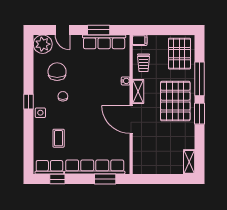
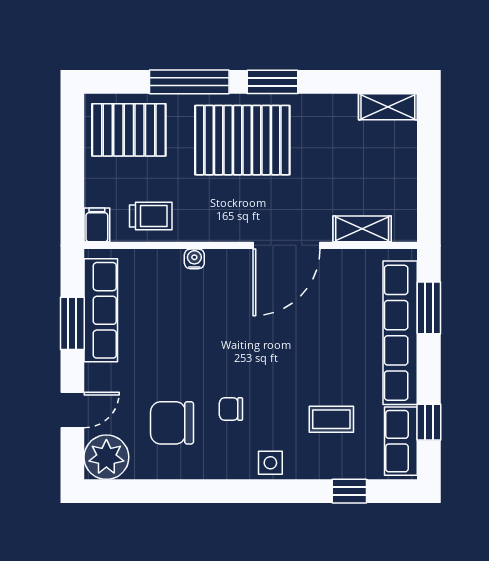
shelving: (138, 91) -> (362, 229), moved
window: (28, 102) -> (349, 491), moved

